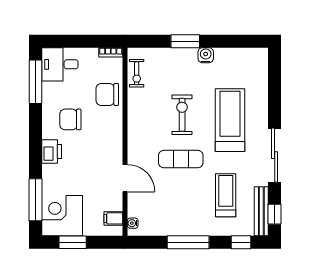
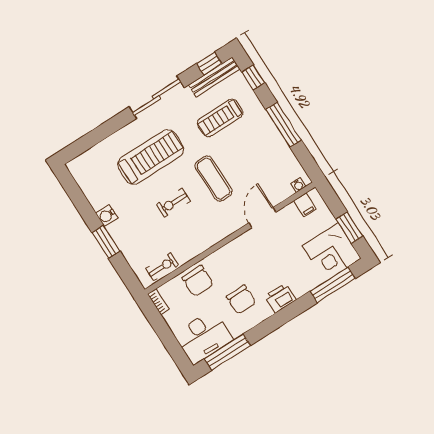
desk: (60, 64) -> (204, 337), width x1.37
exercise bike: (182, 115) -> (173, 203), width x0.73, depth x0.72
treadmill: (230, 120) -> (151, 157), turned 180

